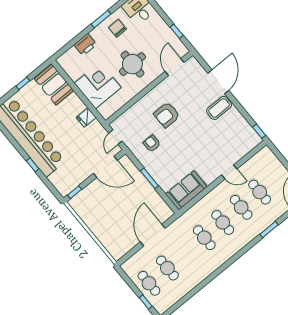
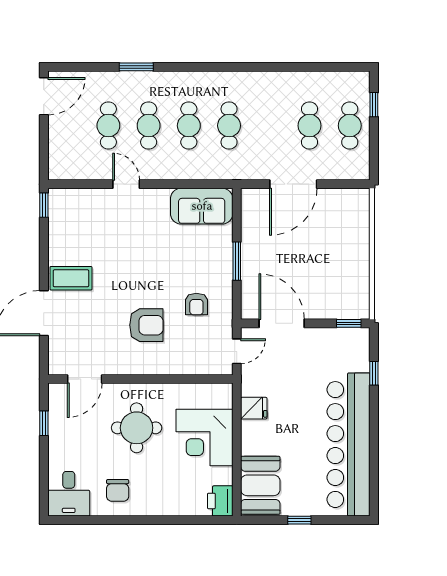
window: (101, 19) -> (129, 520), removed
printer: (85, 45) -> (220, 501), moved, turned -90
window: (33, 165) -> (374, 373), moved

